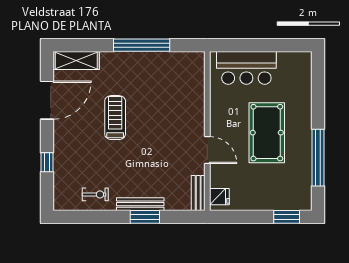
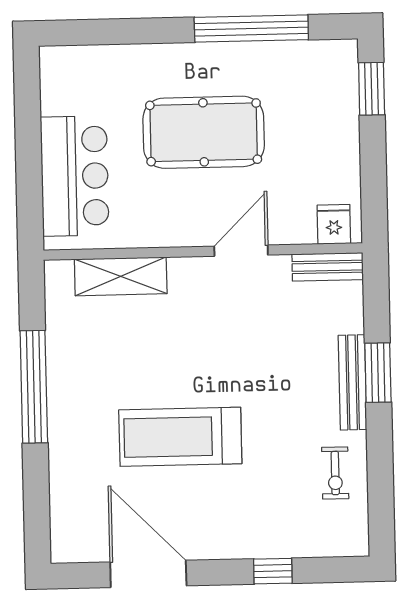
shelving: (76, 60) -> (121, 276), moved, turned 90
treadmill: (115, 118) -> (180, 437), width x1.37, depth x1.38
exercise bike: (95, 194) -> (335, 473), turned 180

